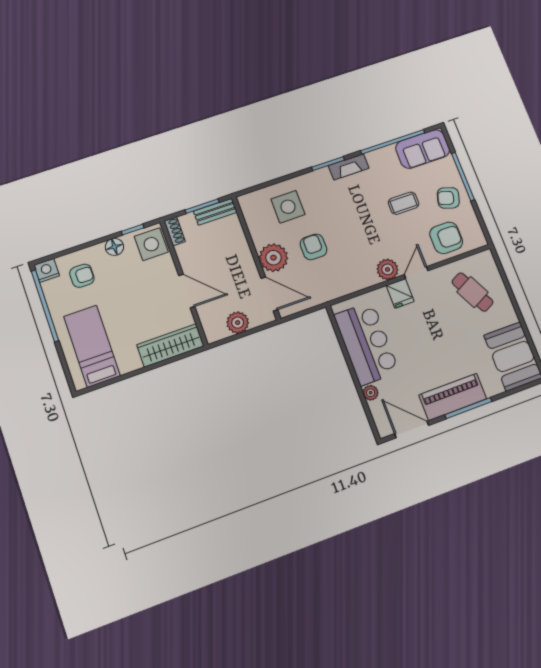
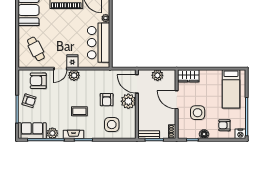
plant: (386, 157) -> (52, 133), added
coffee table: (404, 203) -> (79, 111), moved
side table: (151, 244) -> (198, 113), moved
wardrobe: (170, 345) -> (188, 76), width x0.67

